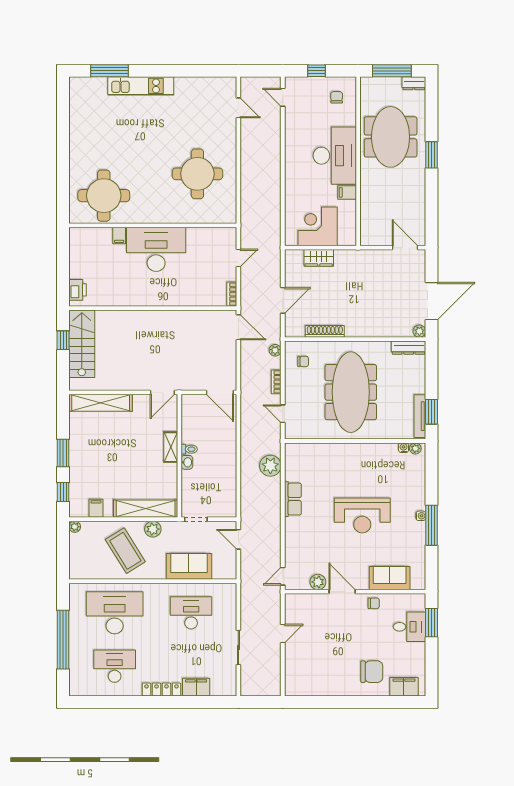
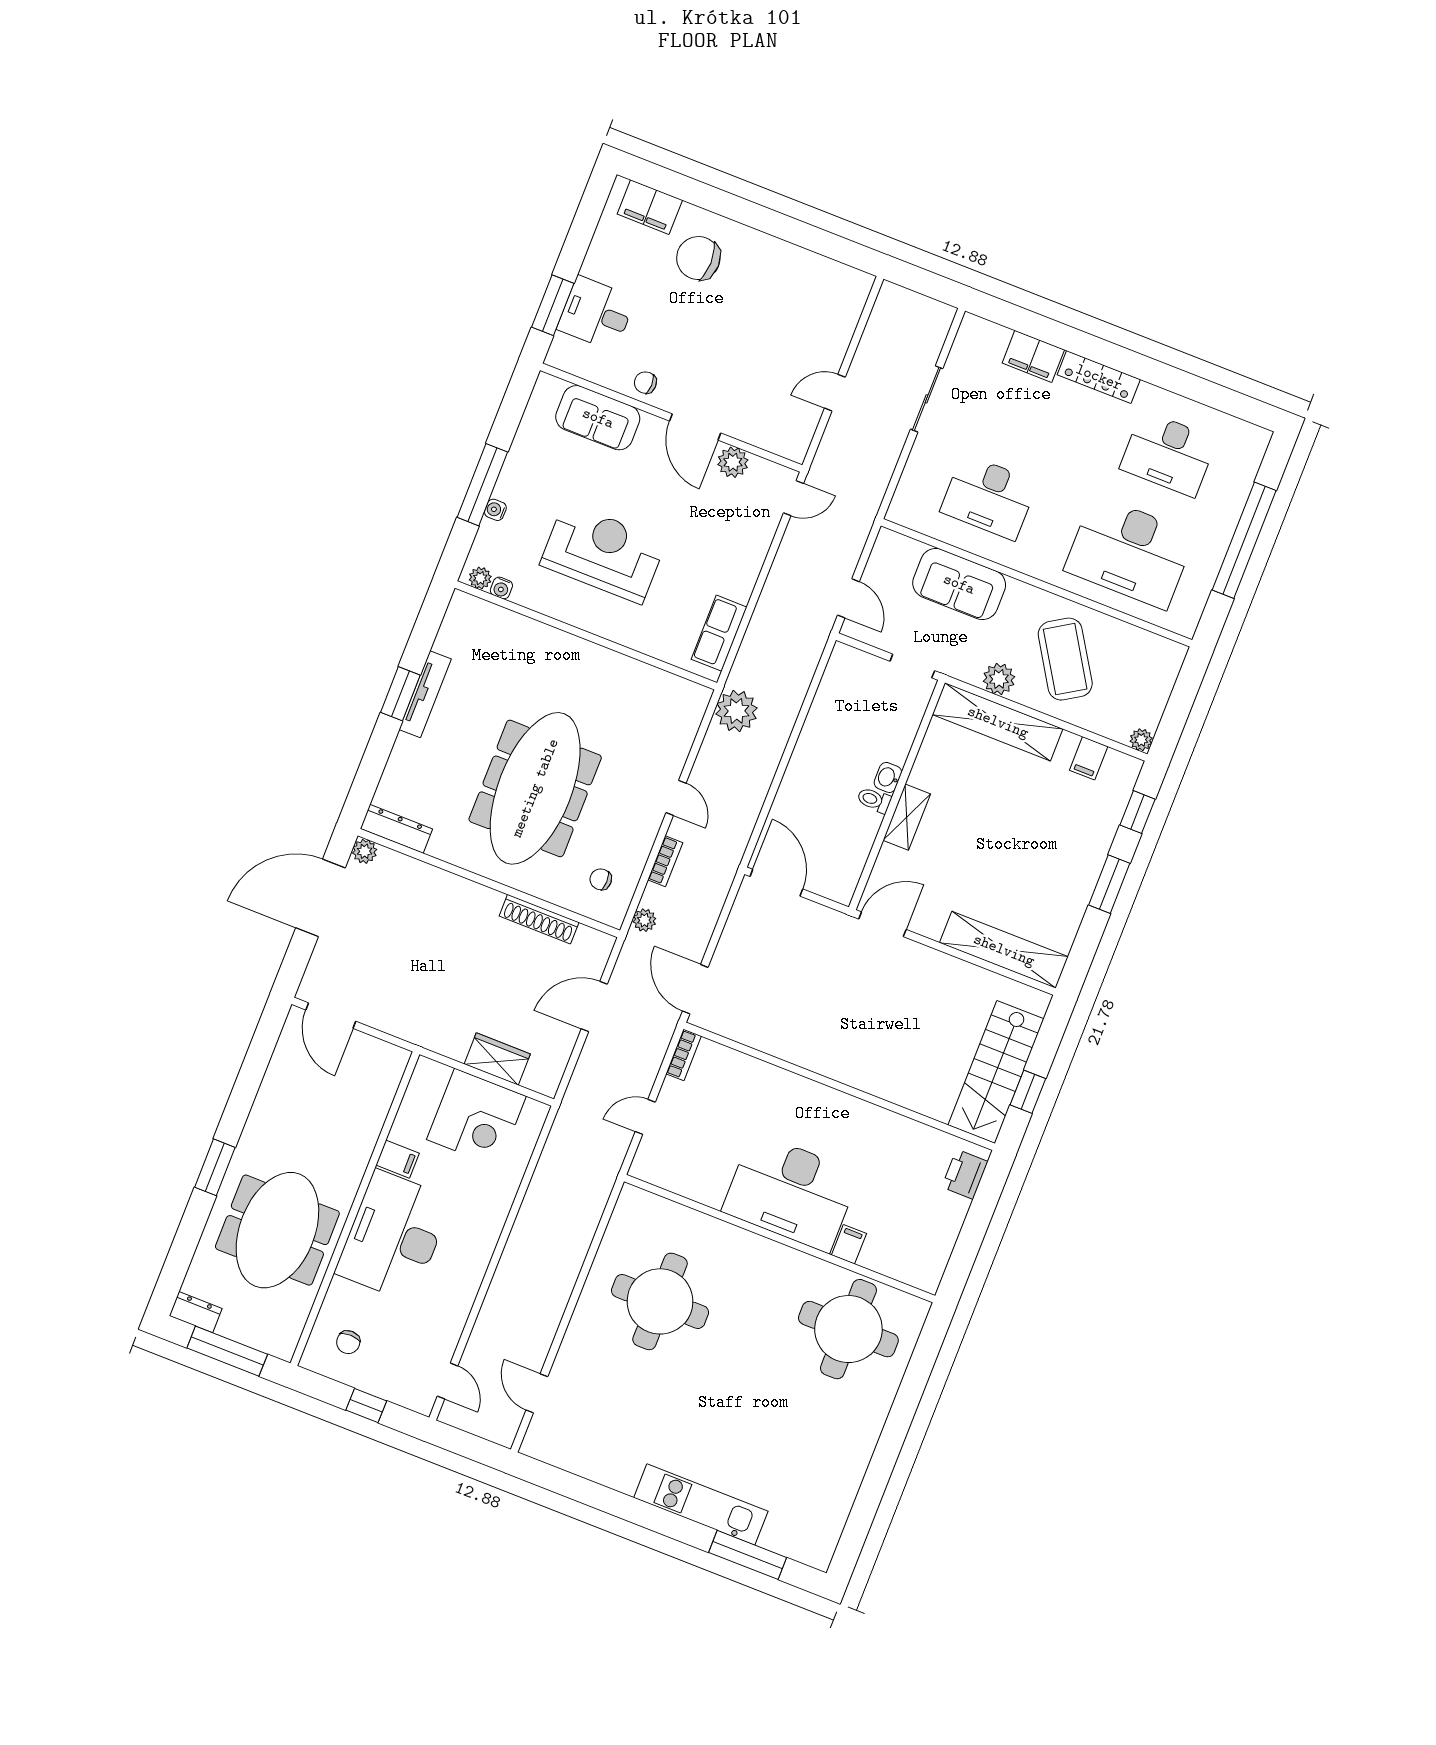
wall: (355, 441) -> (586, 635), moved
water cooler: (404, 448) -> (501, 588), moved
plant: (415, 448) -> (480, 578), moved

